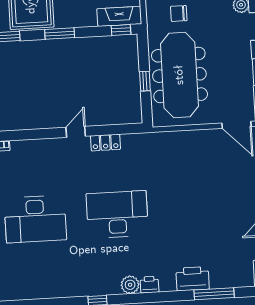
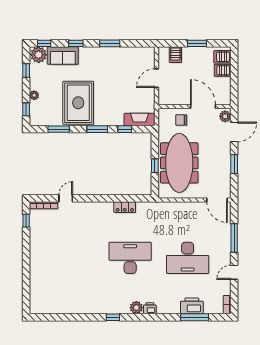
window: (121, 30) -> (125, 129), moved
door: (76, 132) -> (66, 198), moved
desk: (35, 219) -> (188, 258), moved
printer: (193, 279) -> (192, 306), moved

